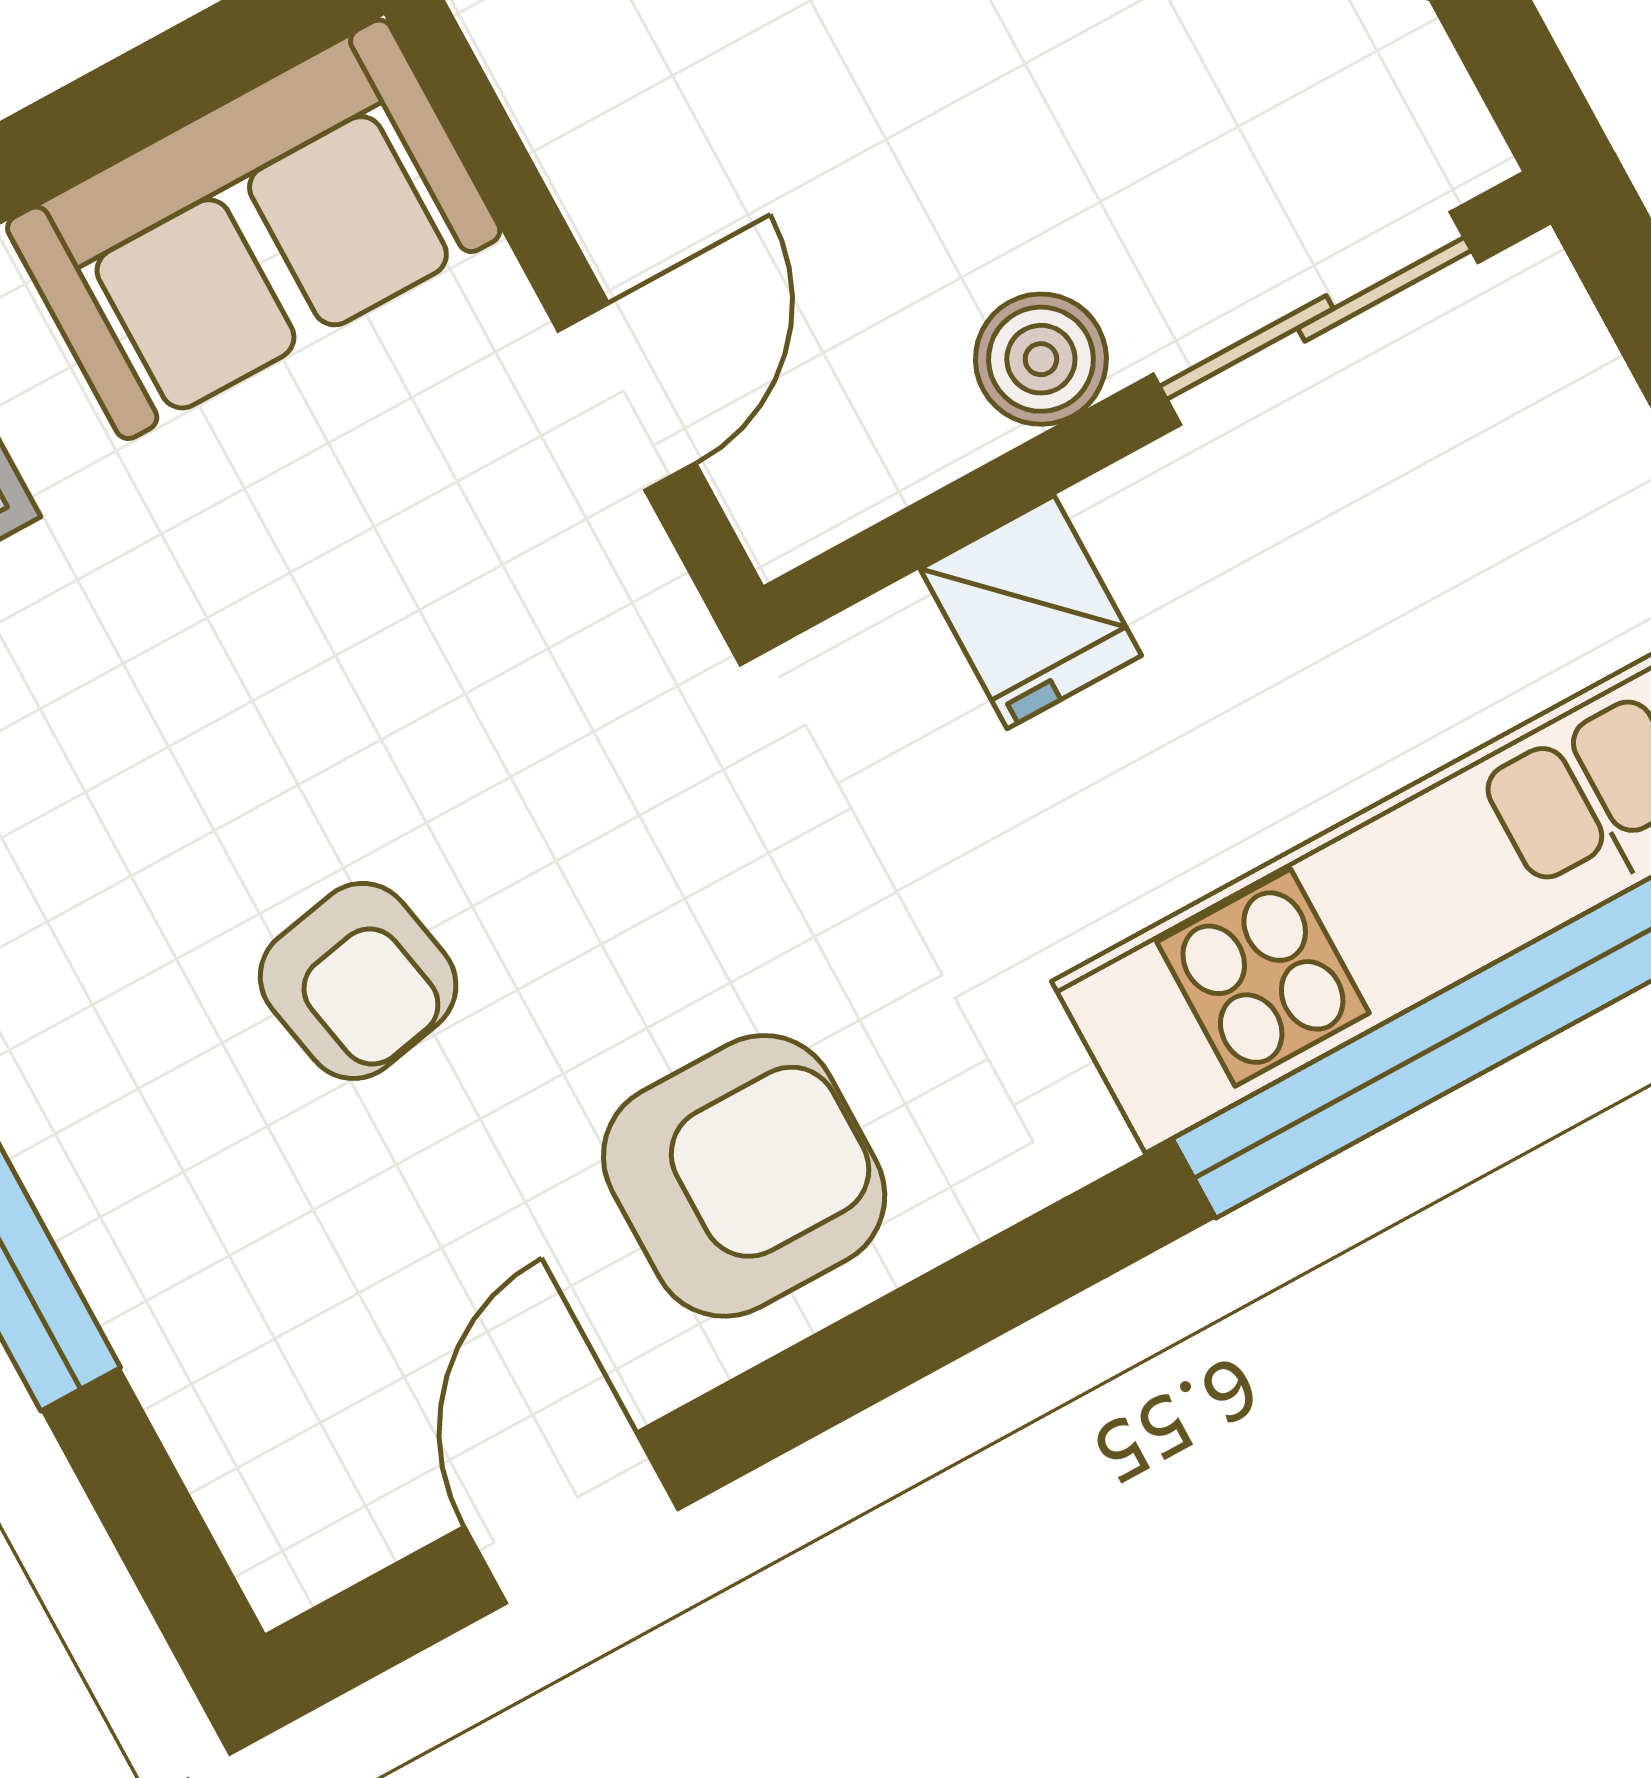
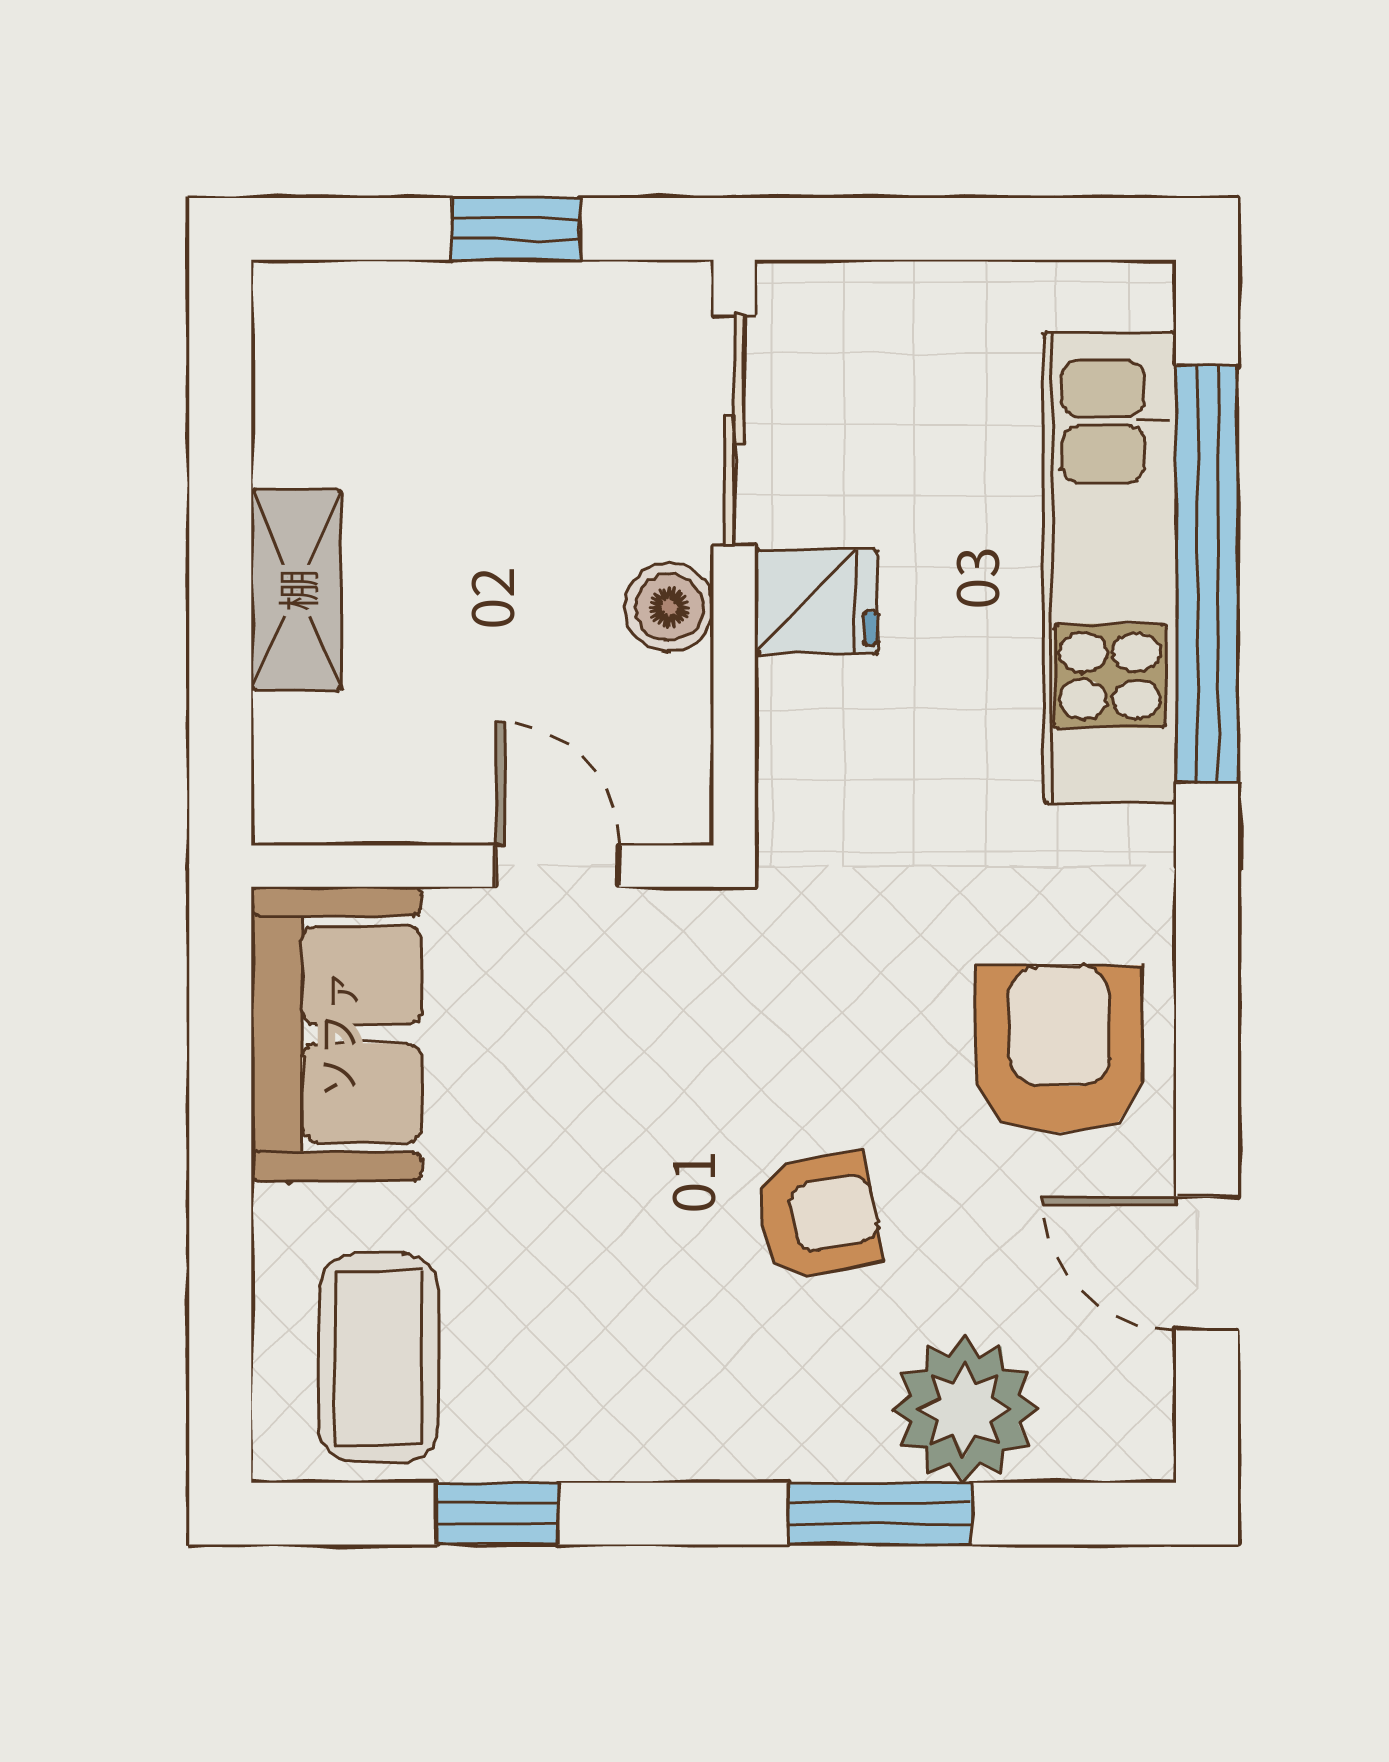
fridge: (1031, 612) -> (817, 601), moved
plant: (211, 1308) -> (965, 1410), added

